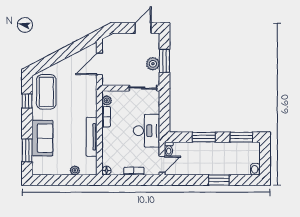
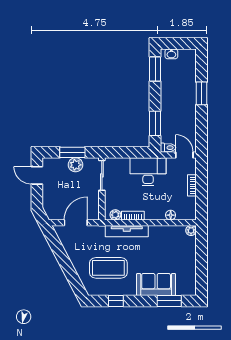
door: (99, 64) -> (76, 223), swing flipped
coffee table: (46, 92) -> (108, 268), moved
tv unit: (92, 137) -> (127, 231), moved
window: (204, 137) -> (155, 123), moved
washbasin: (255, 169) -> (171, 54), moved
plant: (75, 170) -> (191, 230), moved
floor lamp: (106, 171) -> (171, 215), moved

